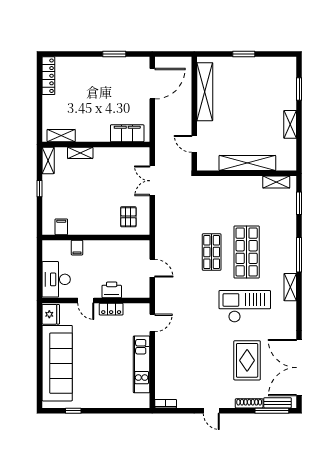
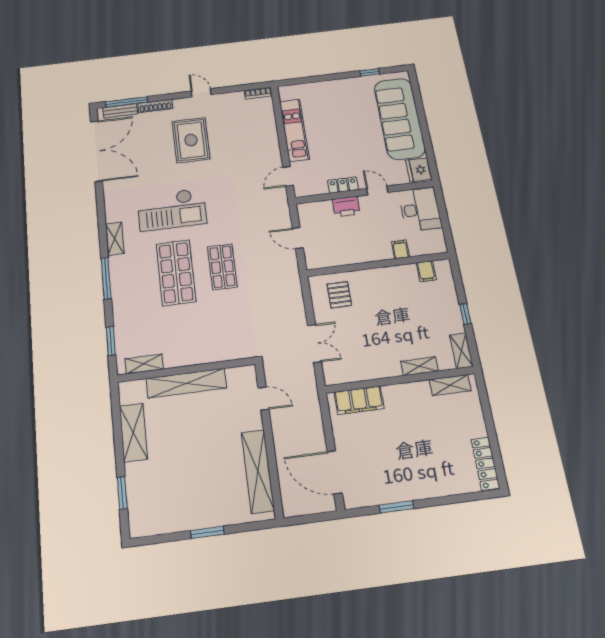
door: (152, 84) -> (335, 472), hinge flipped
shelving: (290, 124) -> (133, 432), width x1.50, depth x1.33
rug: (247, 360) -> (191, 140), moved

